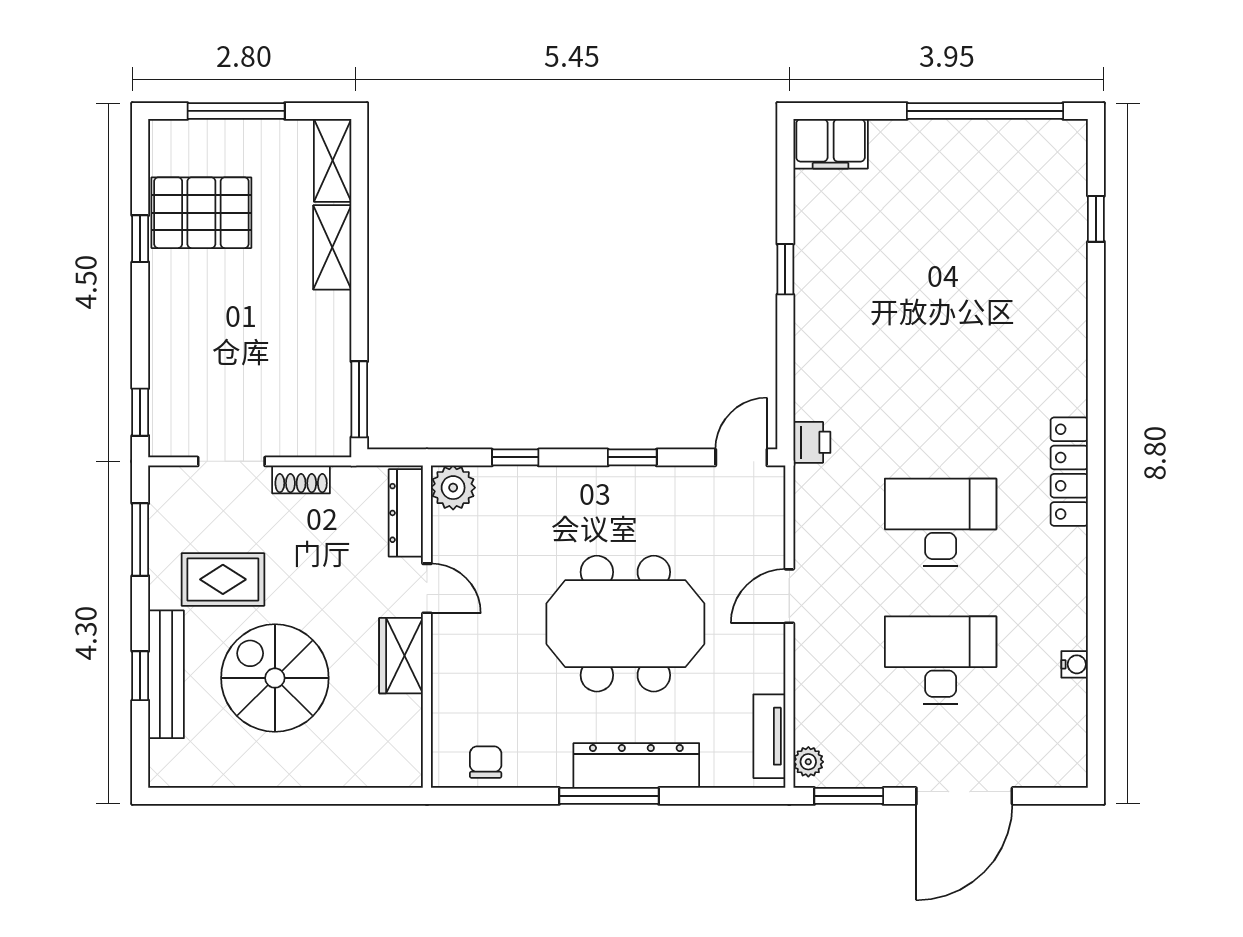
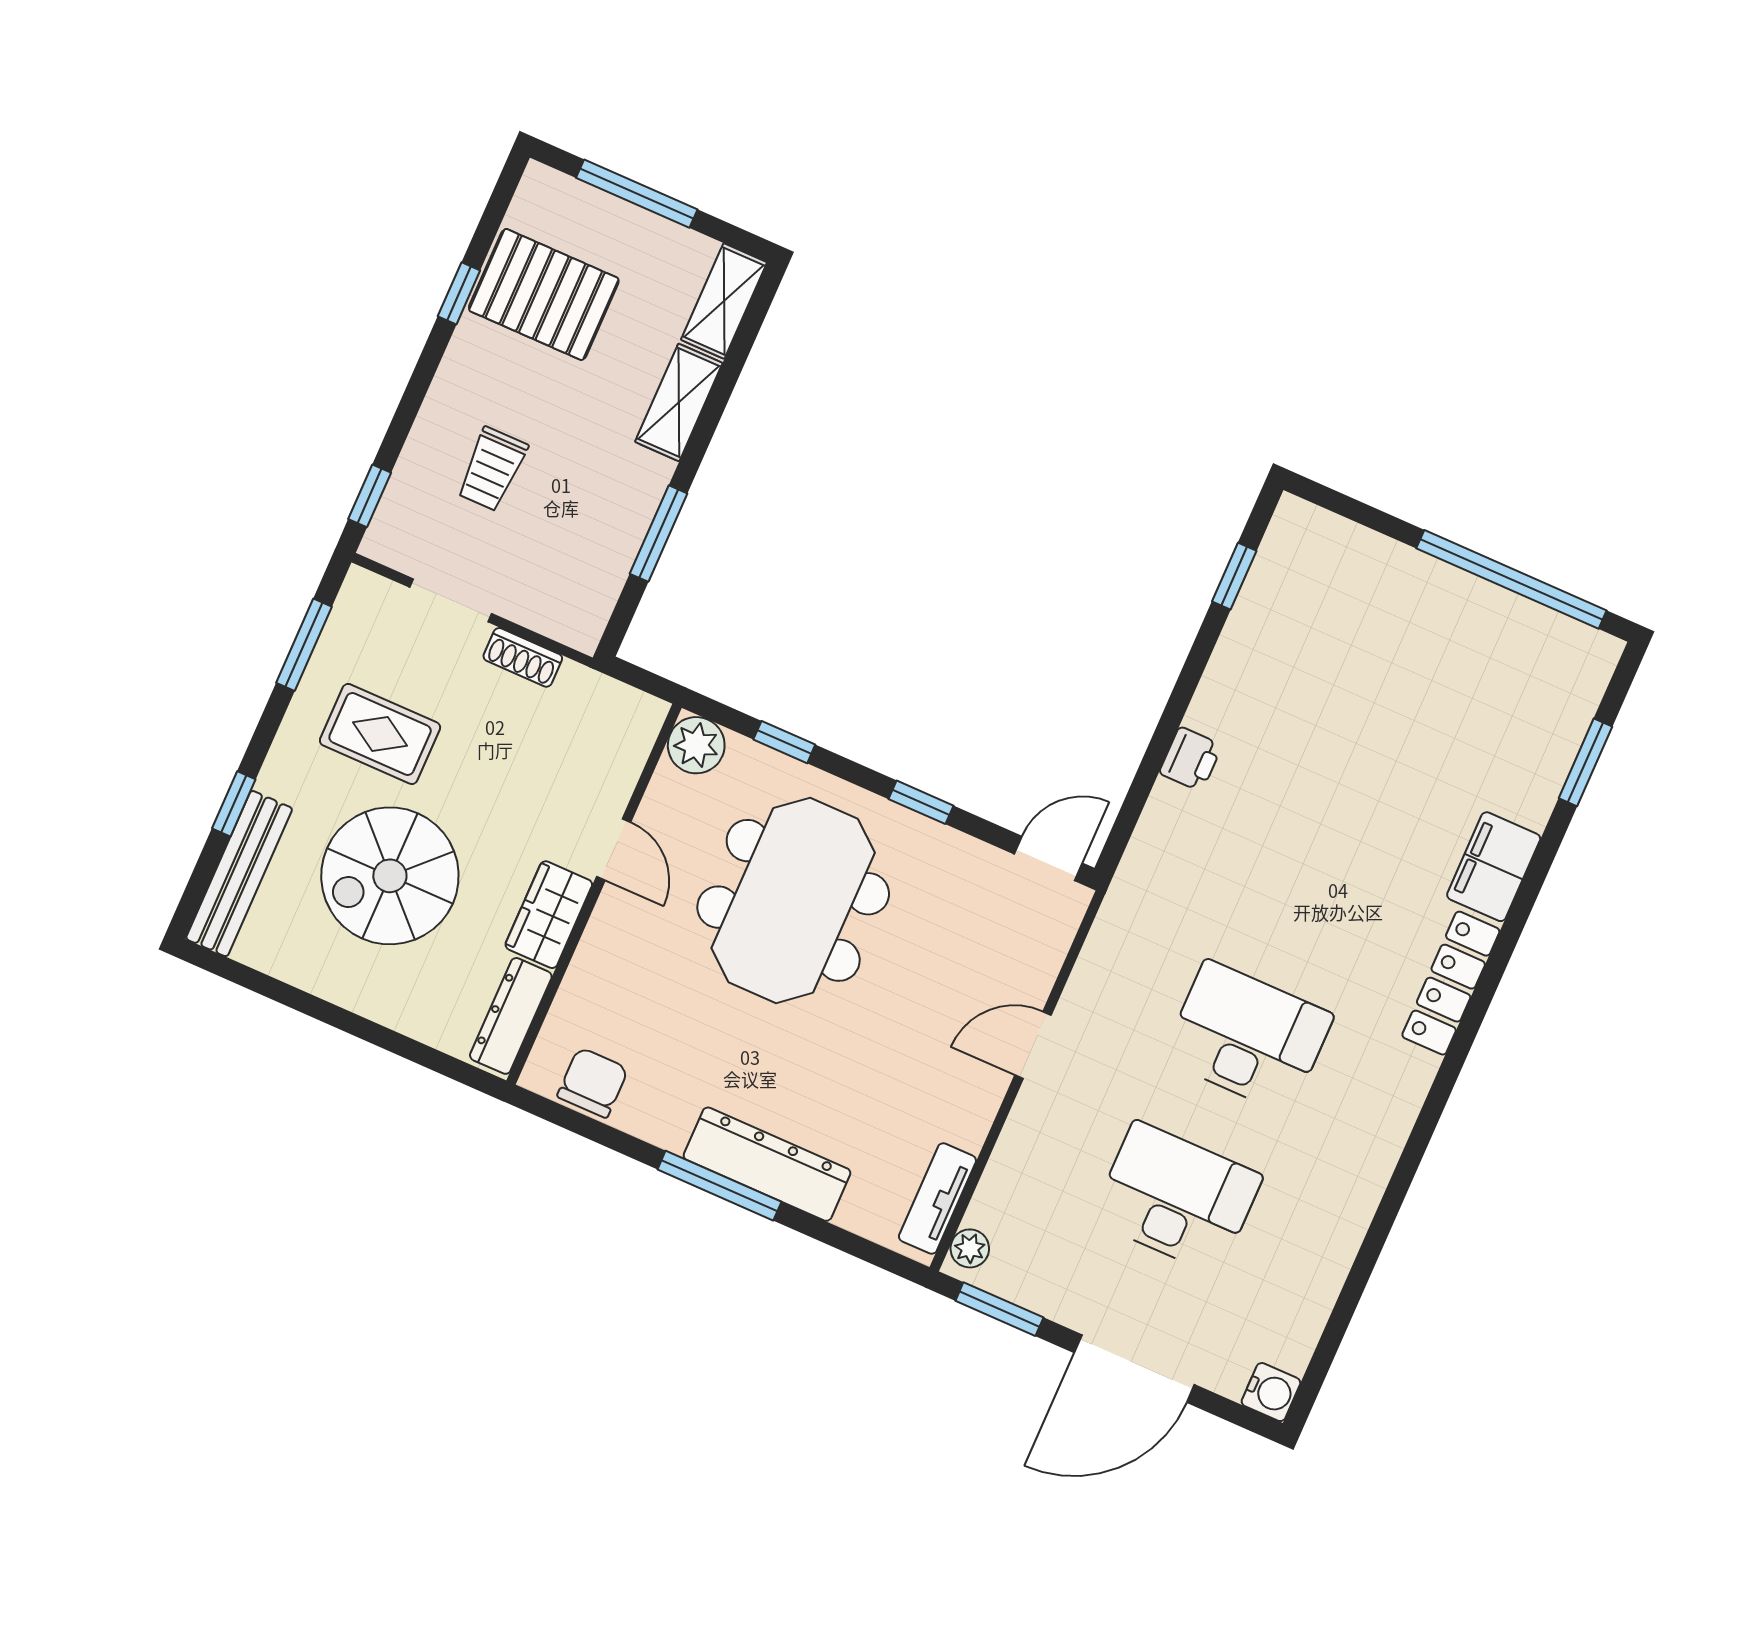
filing cabinet: (831, 144) -> (1494, 867), moved, turned 90
window: (1096, 219) -> (1585, 762), width x1.50
window: (785, 269) -> (1234, 576), moved
trolley: (219, 354) -> (492, 469), added
window: (359, 399) -> (659, 534), moved
printer: (812, 442) -> (1191, 759), moved
locker: (1069, 472) -> (1451, 983), moved
dresser: (406, 513) -> (511, 1016), moved
meeting table: (625, 624) -> (793, 900), moved, turned 90
water cooler: (1075, 664) -> (1271, 1392), moved, width x1.38, depth x1.38
bench: (166, 674) -> (239, 874), moved
spiral stairs: (275, 678) -> (390, 876), turned -90
chair: (486, 762) -> (593, 1083), width x1.37, depth x1.37

